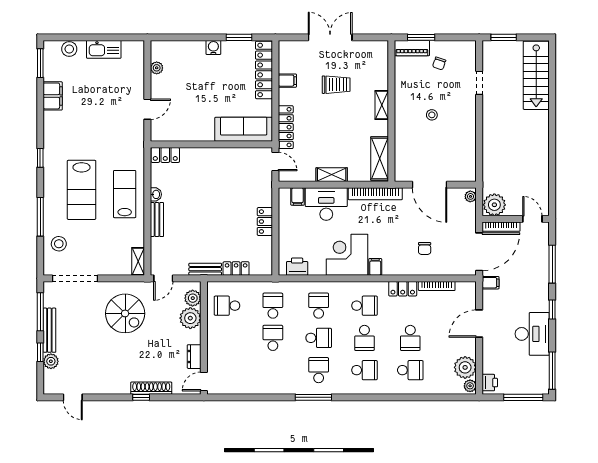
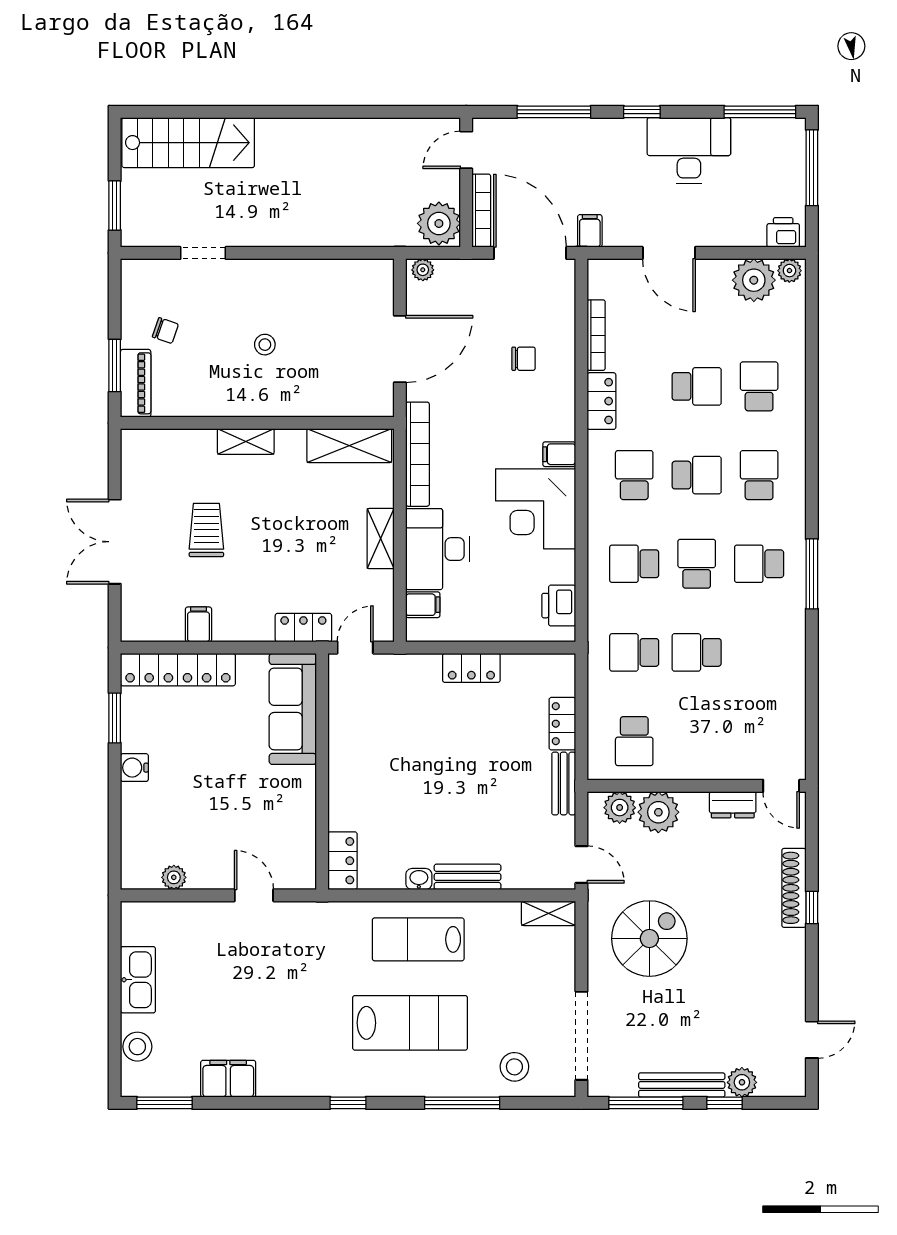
locker: (286, 127) -> (303, 628), width x0.66

